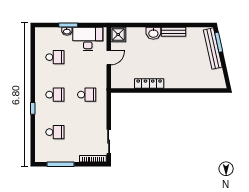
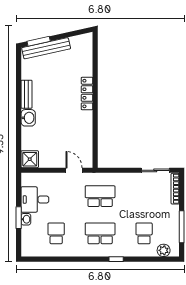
desk: (88, 39) -> (35, 200), width x0.73
door: (109, 58) -> (74, 170), moved
locker: (149, 83) -> (87, 94), moved
school desk: (55, 95) -> (100, 233), width x1.85
school desk: (87, 95) -> (100, 196), width x1.85
plant: (40, 149) -> (164, 250), added

